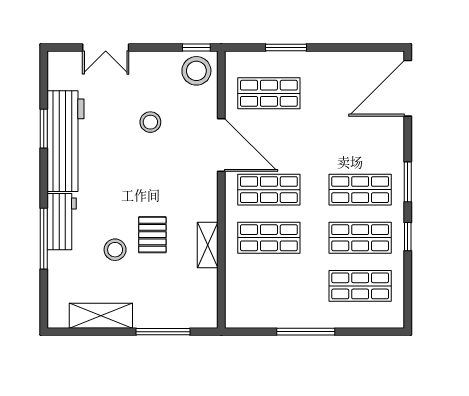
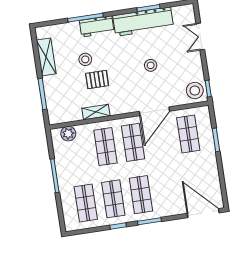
stool: (150, 122) -> (151, 65), moved
plant: (237, 298) -> (68, 134), added

